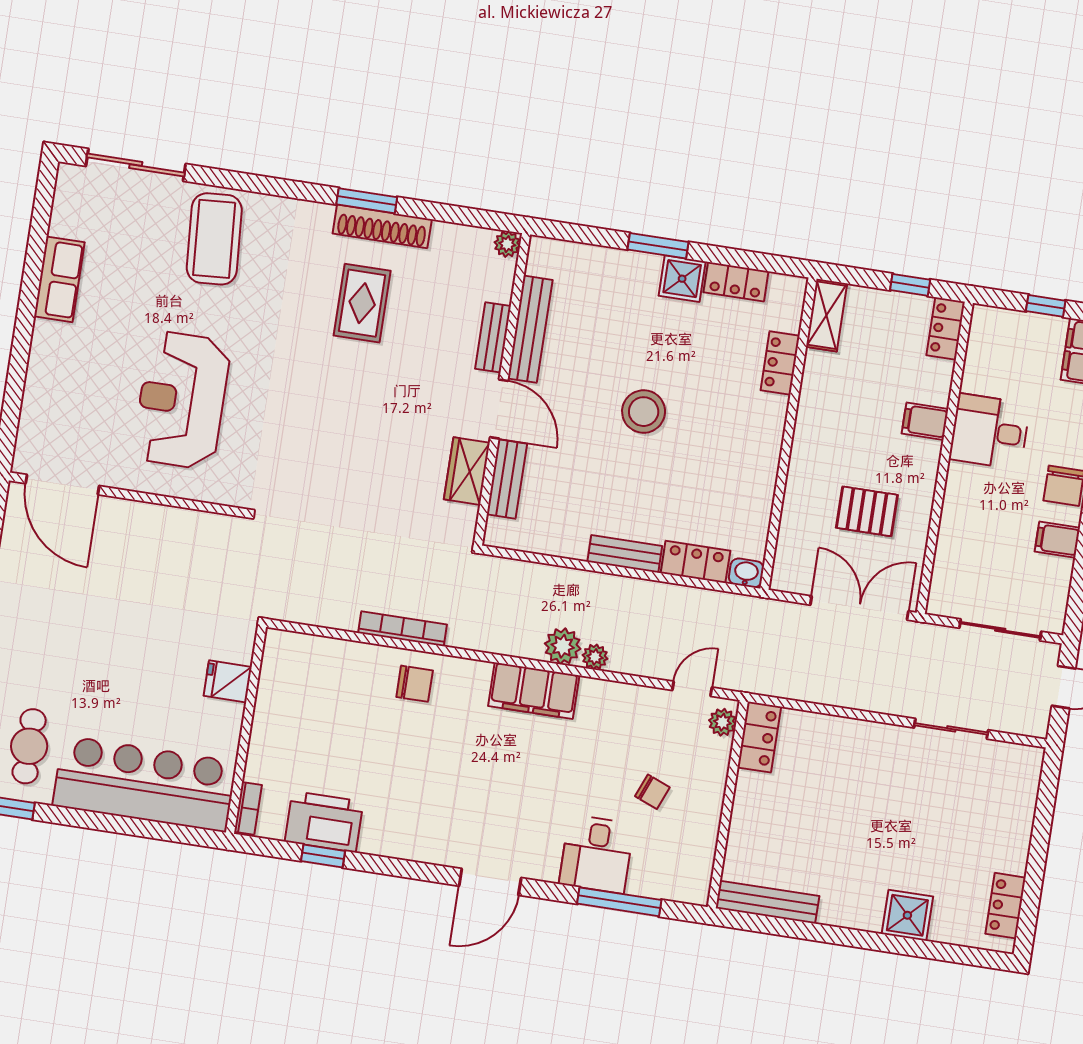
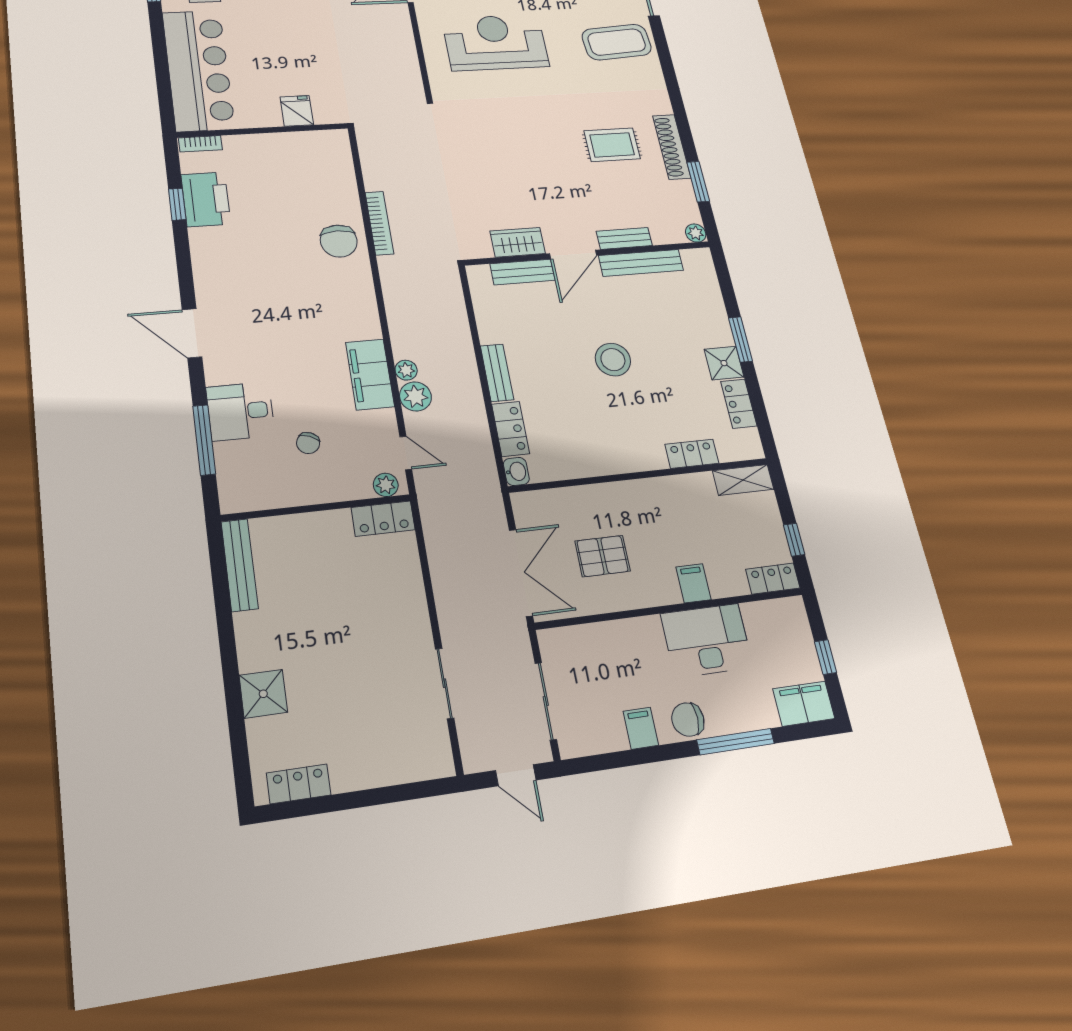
window: (367, 201) -> (698, 182), moved
desk: (990, 432) -> (707, 640), width x1.37
pallet: (867, 511) -> (603, 556), turned 90
plant: (563, 646) -> (415, 396), moved
chair: (415, 684) -> (339, 241), width x1.37, depth x1.37
filing cabinet: (534, 691) -> (370, 374), moved

